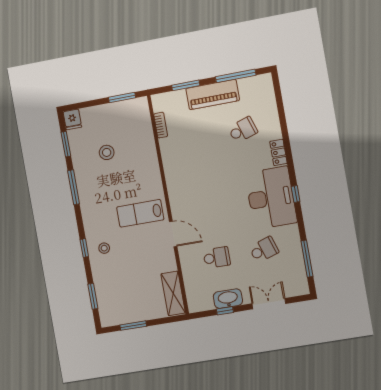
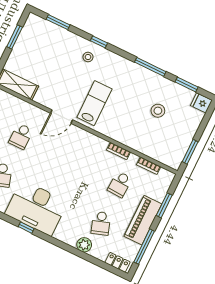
plant: (273, 131) -> (84, 245), added
school desk: (196, 138) -> (120, 184), added
locker: (278, 152) -> (118, 262), moved
bookcase: (167, 161) -> (118, 151), added

